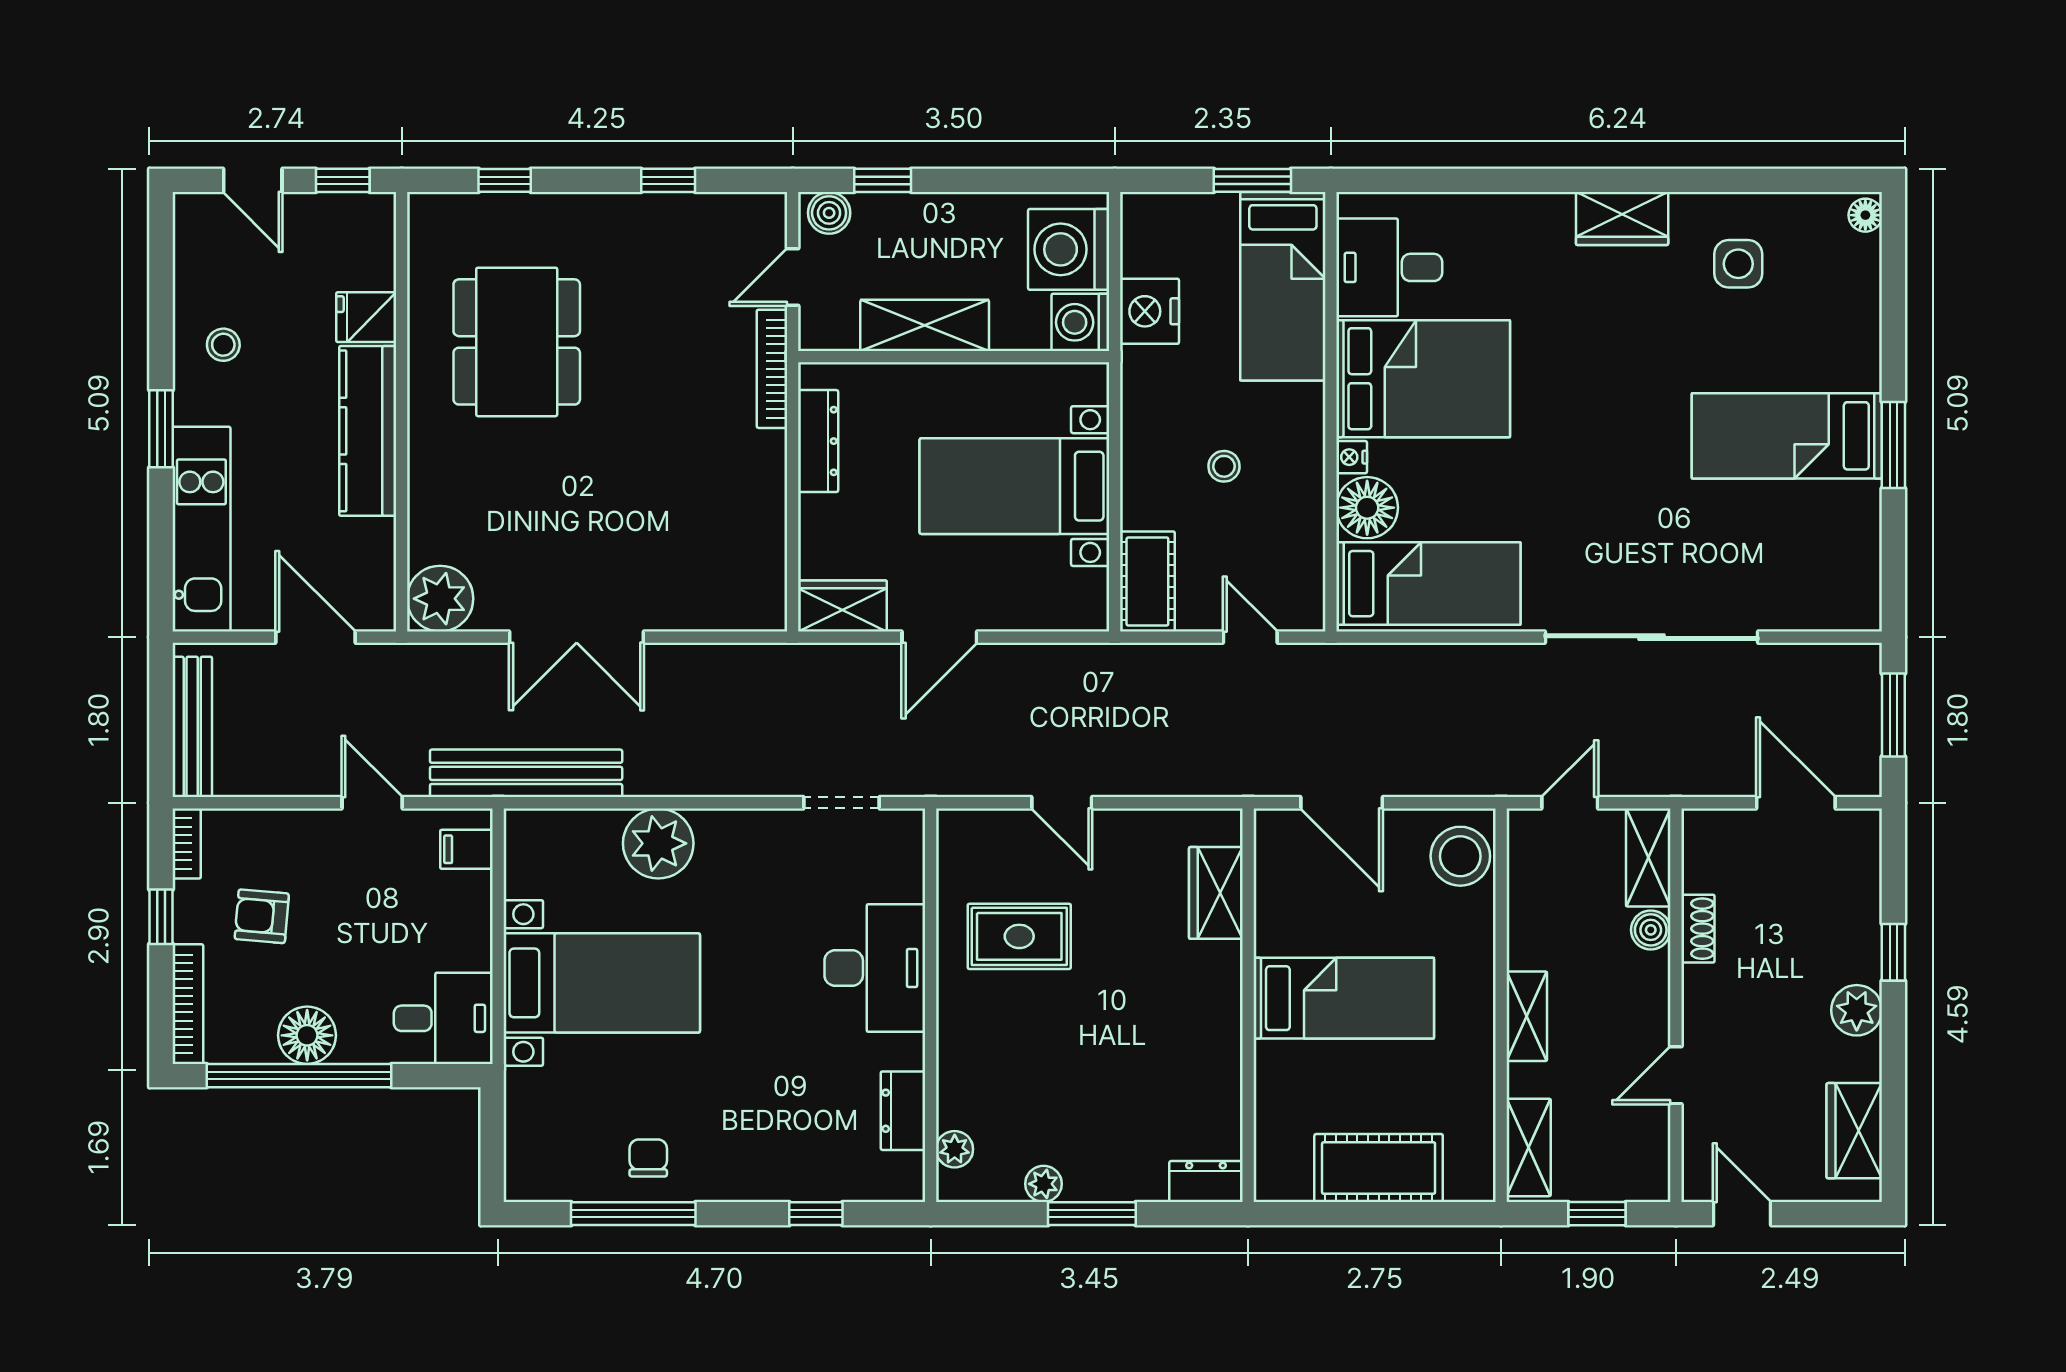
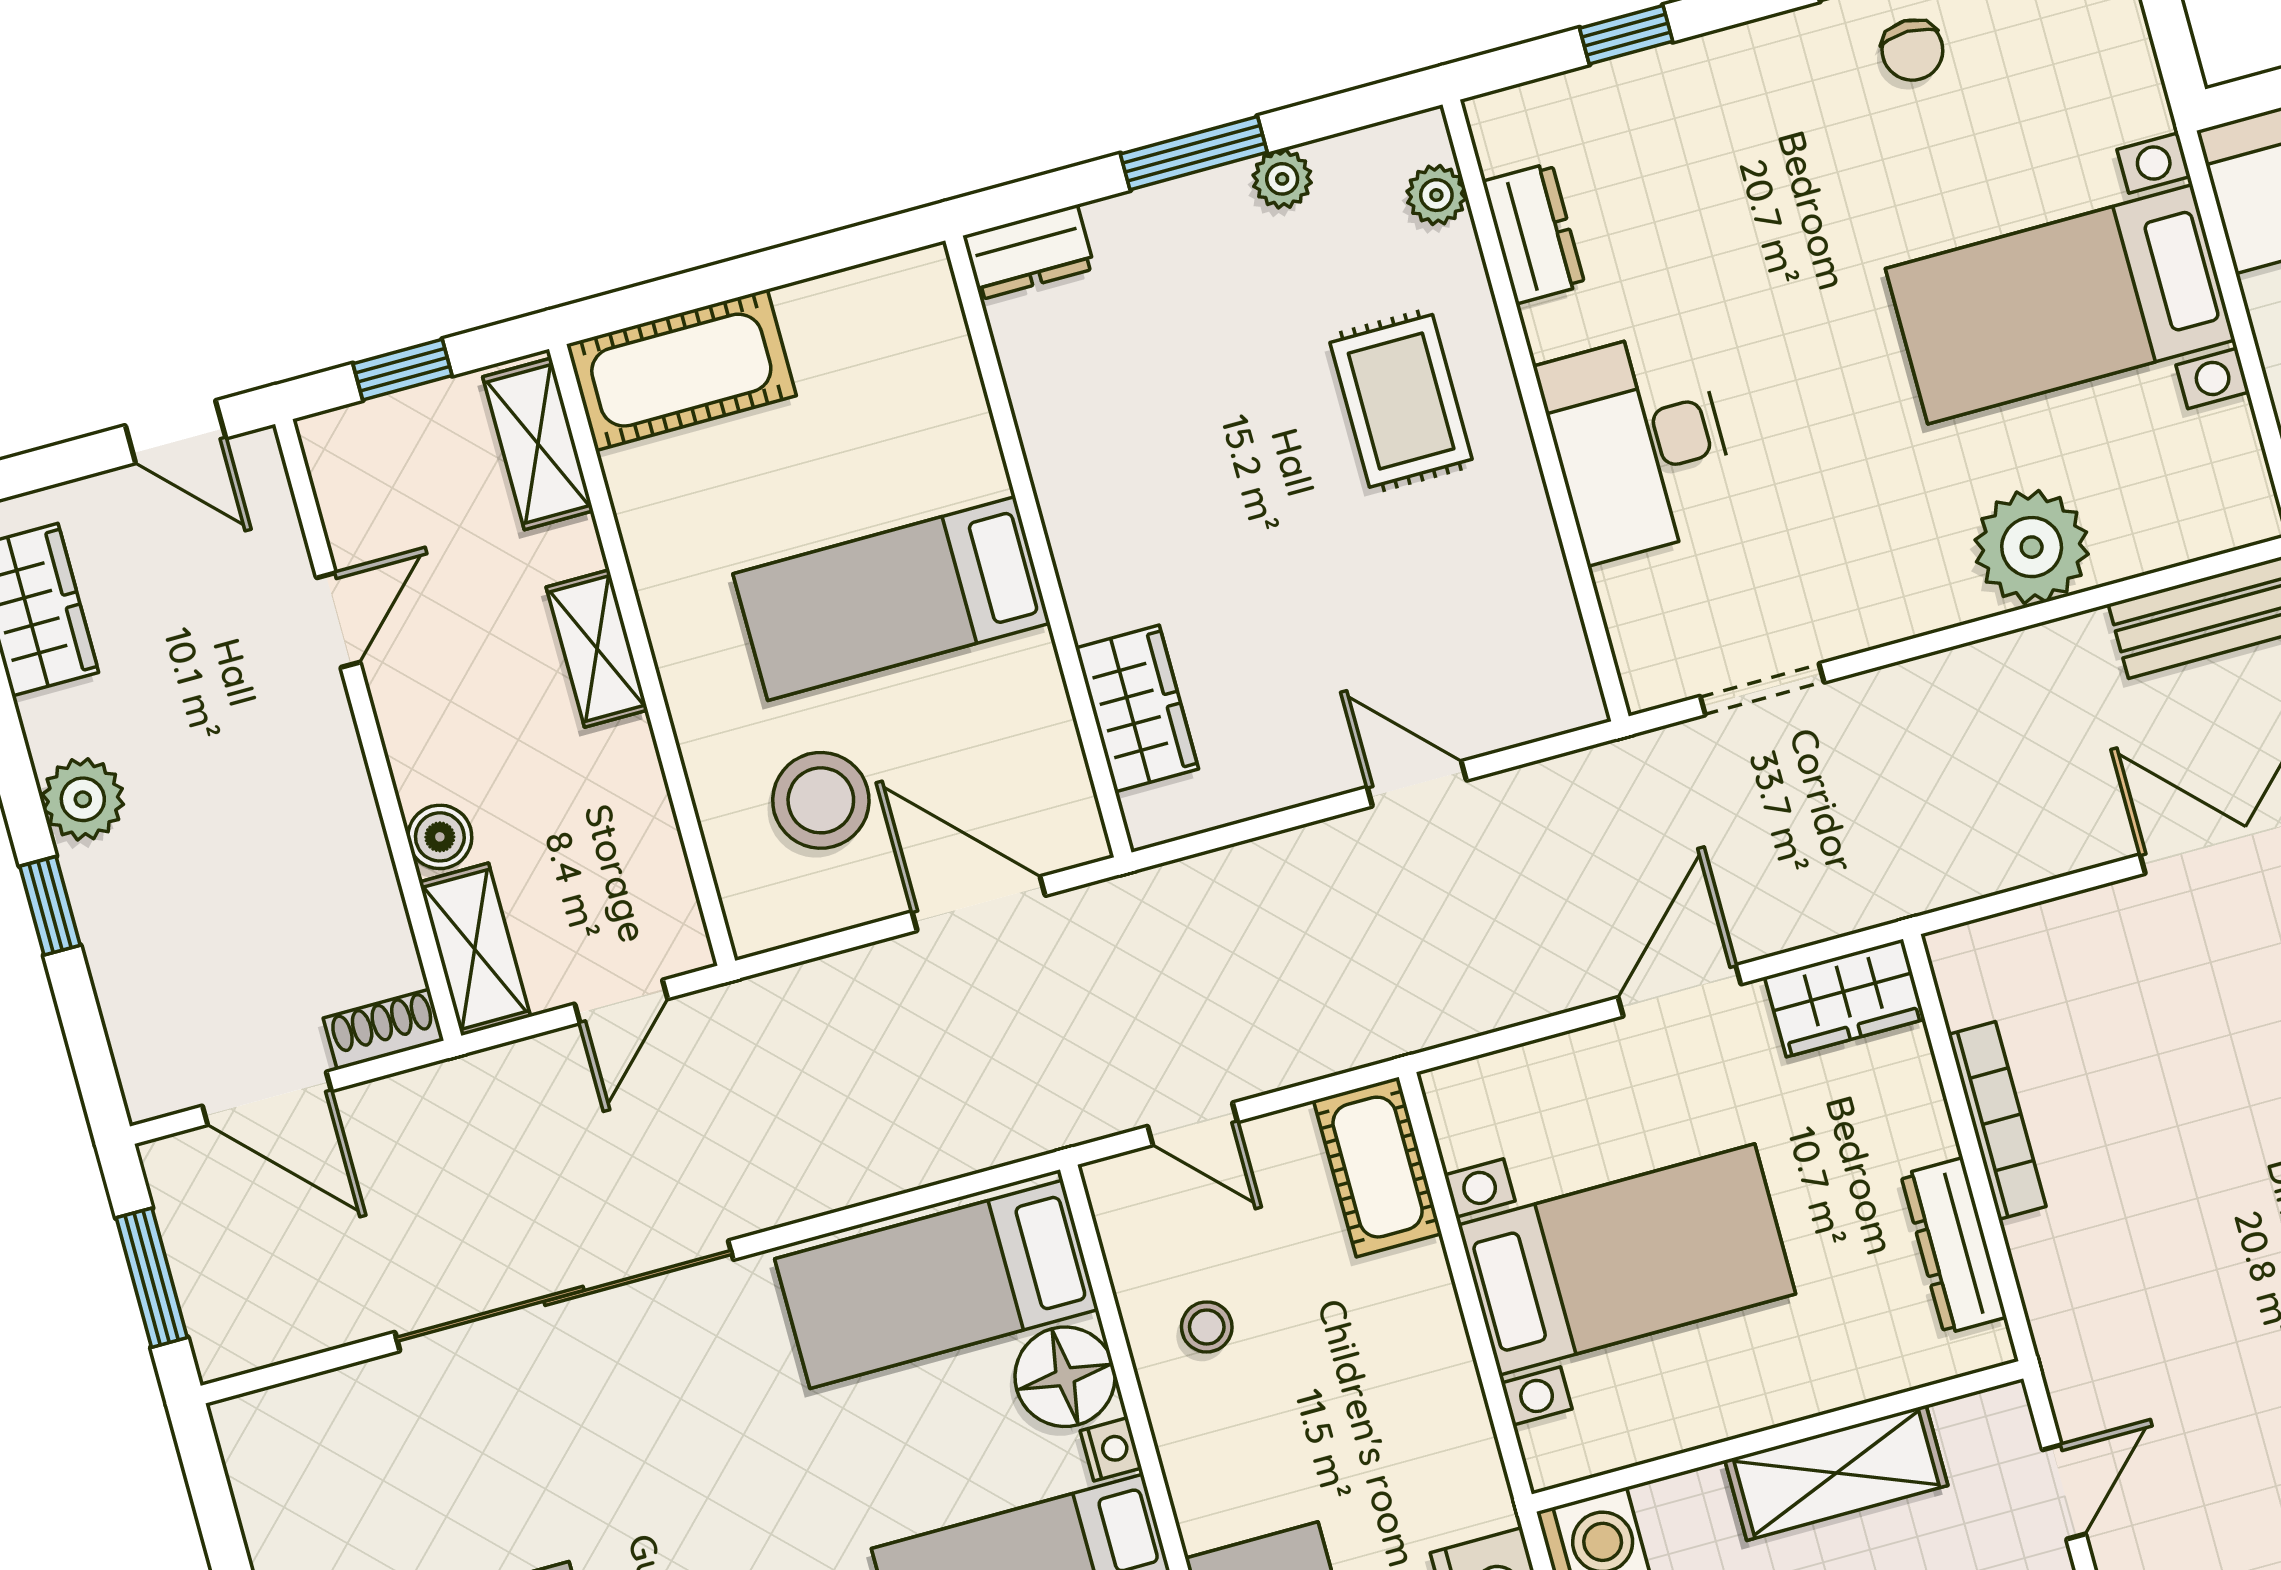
bookcase: (772, 369) -> (1997, 1120), moved
stool: (1224, 466) -> (1207, 1327), moved
stool: (1460, 856) -> (821, 800), moved
shoe rack: (1698, 929) -> (384, 1029), moved, turned 90
rug: (1019, 936) -> (1401, 401), moved, turned 90
cot: (1379, 1168) -> (681, 370), moved

